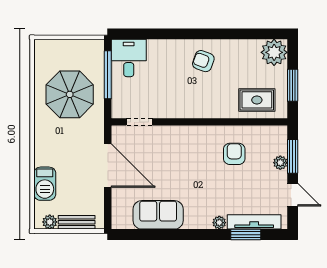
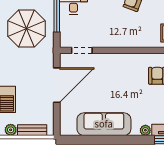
door: (108, 166) -> (57, 85), hinge flipped
sofa: (158, 215) -> (104, 124), width x1.36

